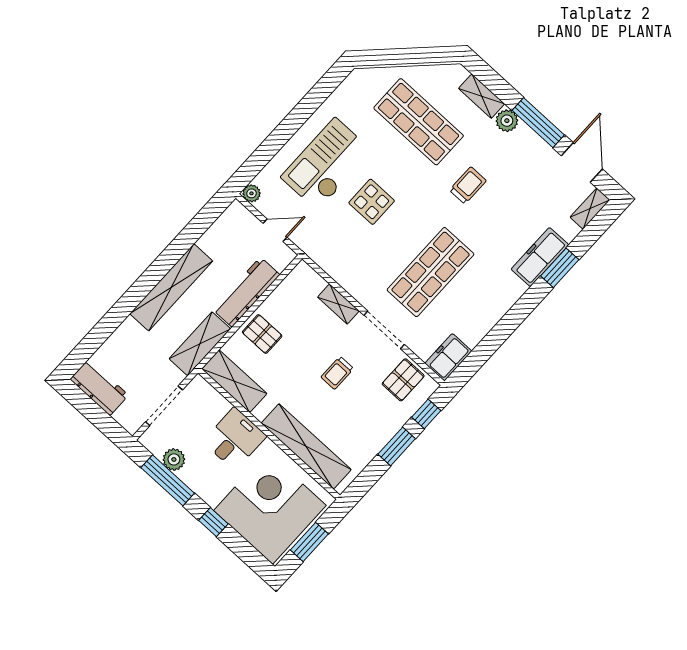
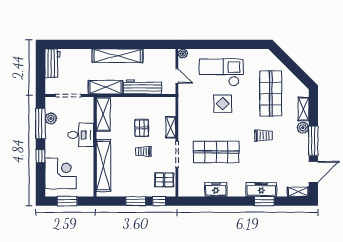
pallet: (262, 334) -> (142, 128), moved
freezer: (448, 357) -> (216, 189), moved
corner desk: (270, 508) -> (61, 173), width x0.74, depth x0.74

